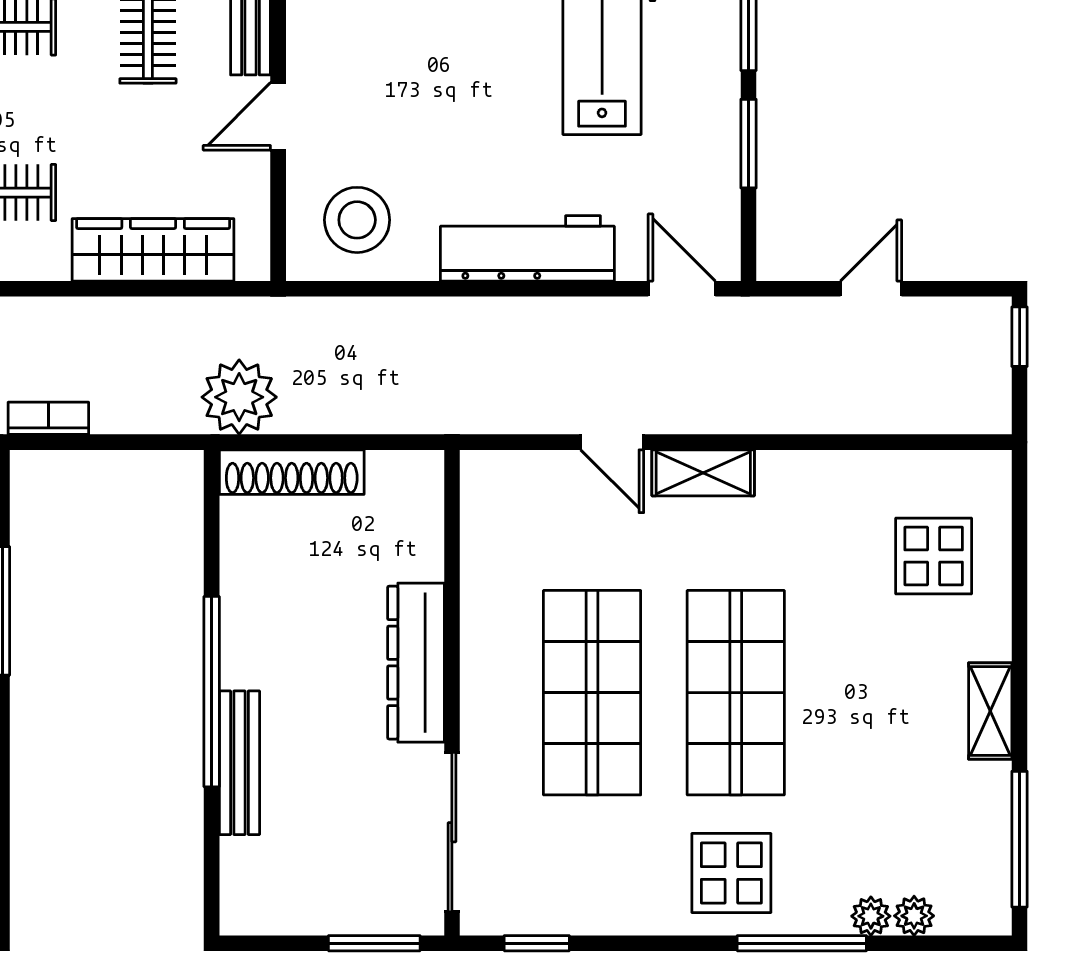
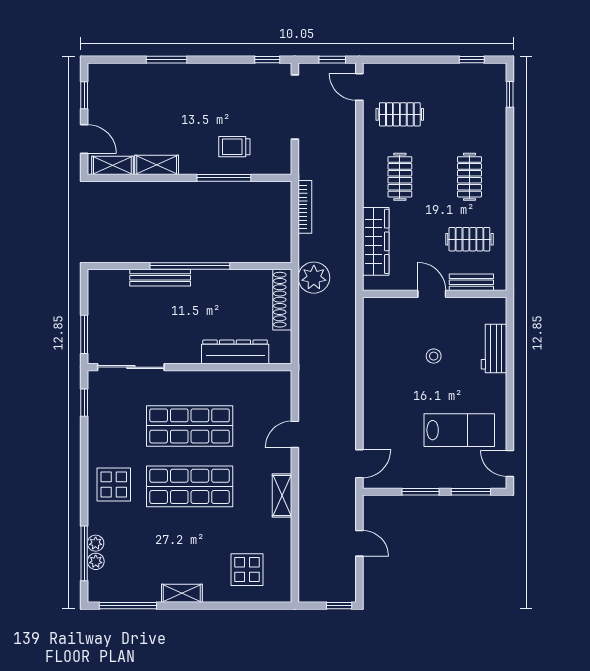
stool: (357, 220) -> (434, 356), moved, width x0.53, depth x0.53
workbench: (527, 248) -> (376, 399), removed
bookcase: (48, 418) -> (305, 207), width x1.56
shelving: (703, 473) -> (282, 496), moved
dresser: (416, 663) -> (235, 352), moved
window: (802, 943) -> (84, 553), moved

